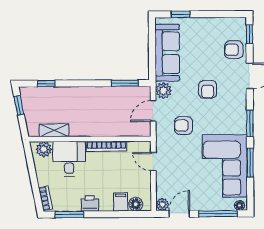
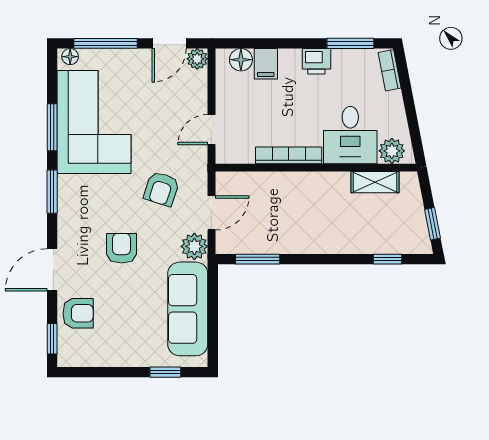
armchair: (184, 126) -> (161, 189), turned 108
door: (153, 162) -> (211, 130), swing flipped

